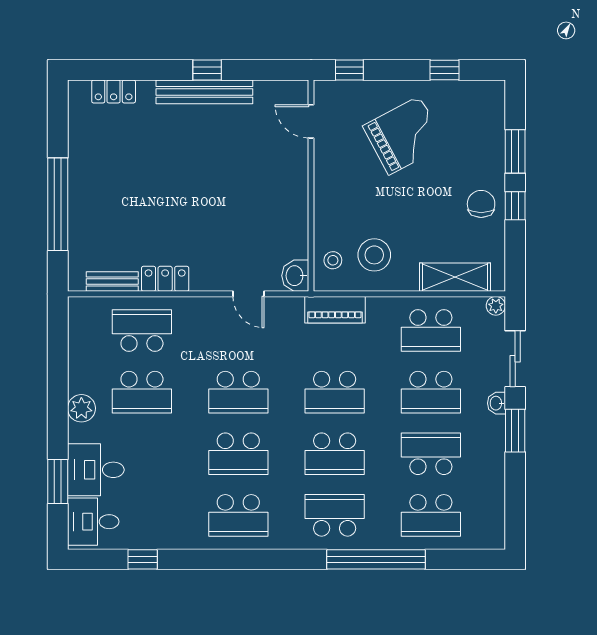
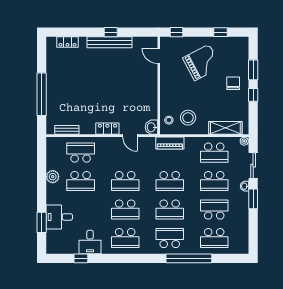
chair: (481, 204) -> (233, 83), moved
locker: (165, 279) -> (107, 129), moved
plant: (81, 408) -> (53, 177), moved
desk: (93, 522) -> (90, 242), moved, turned -90

